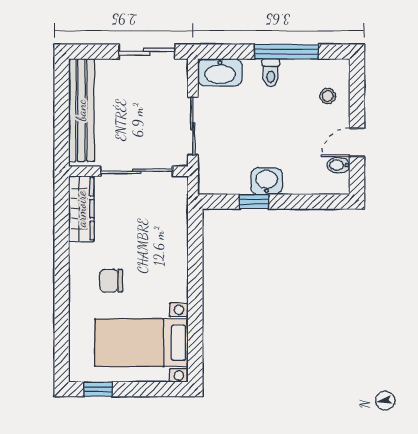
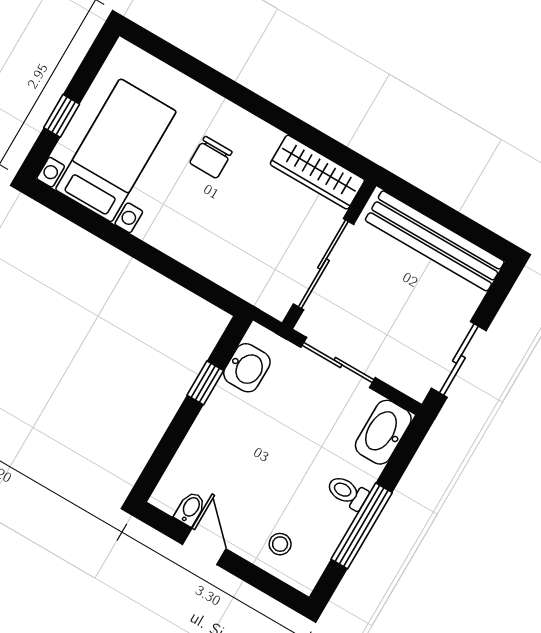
washbasin: (267, 181) -> (247, 368), moved
chair: (111, 281) -> (211, 157), turned 180
window: (98, 389) -> (62, 116), moved

